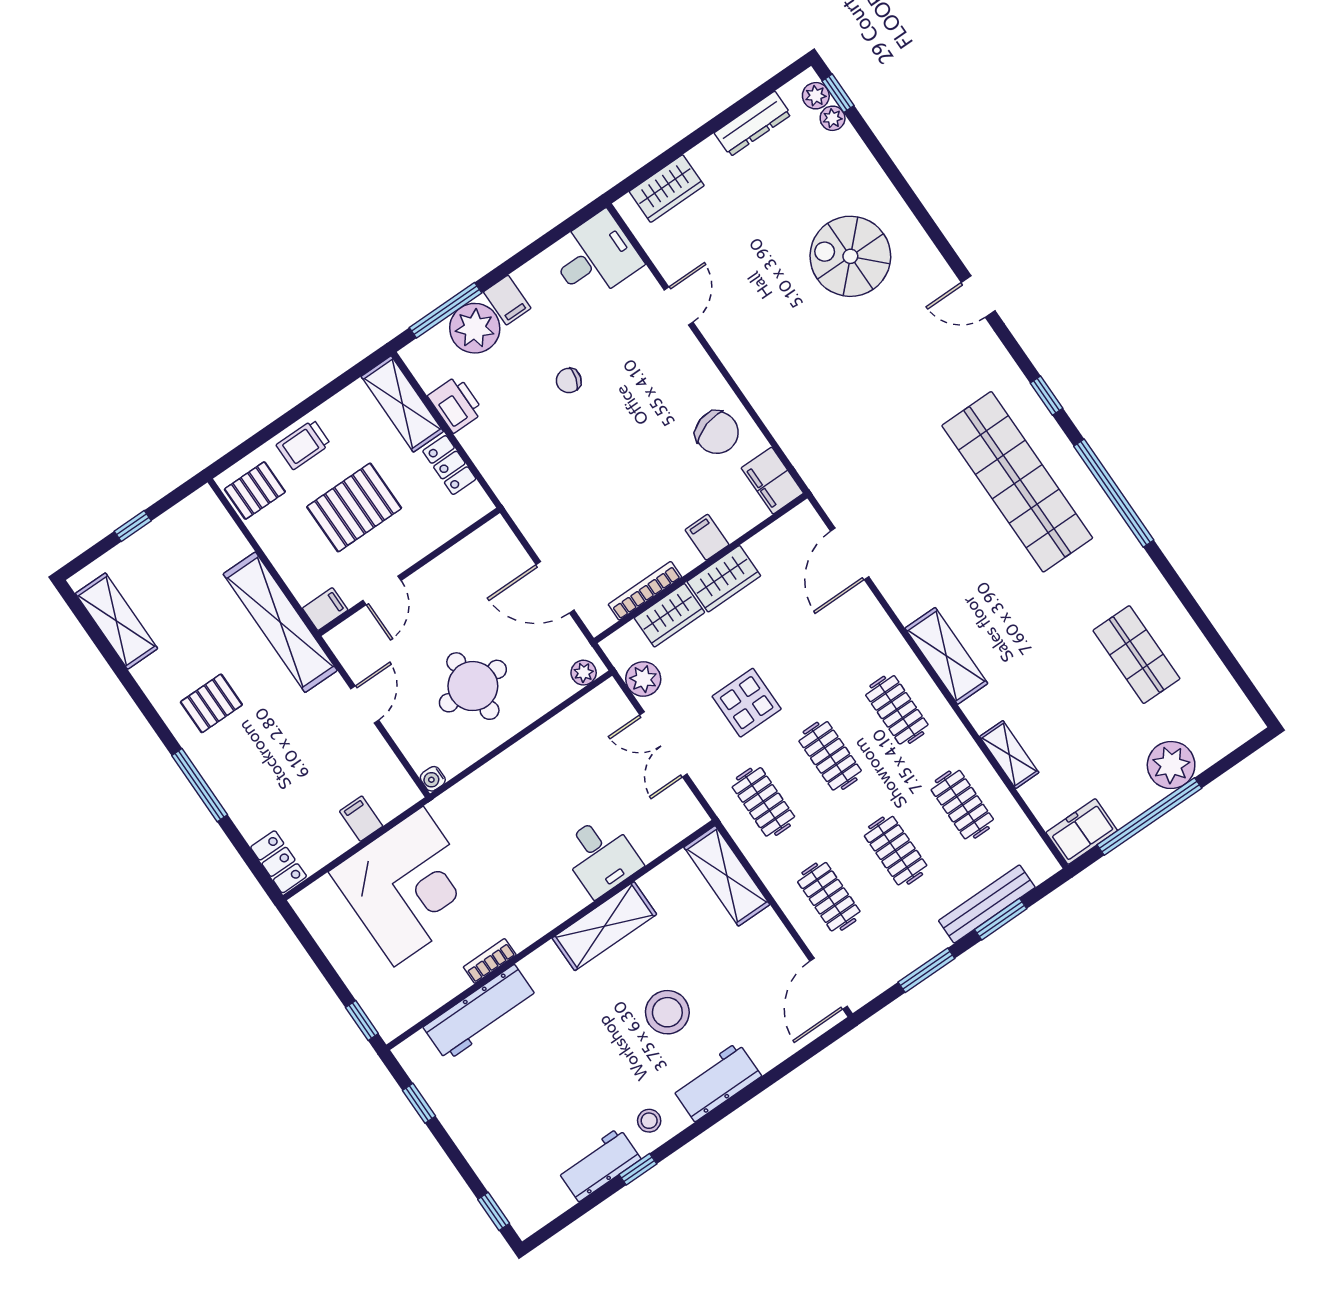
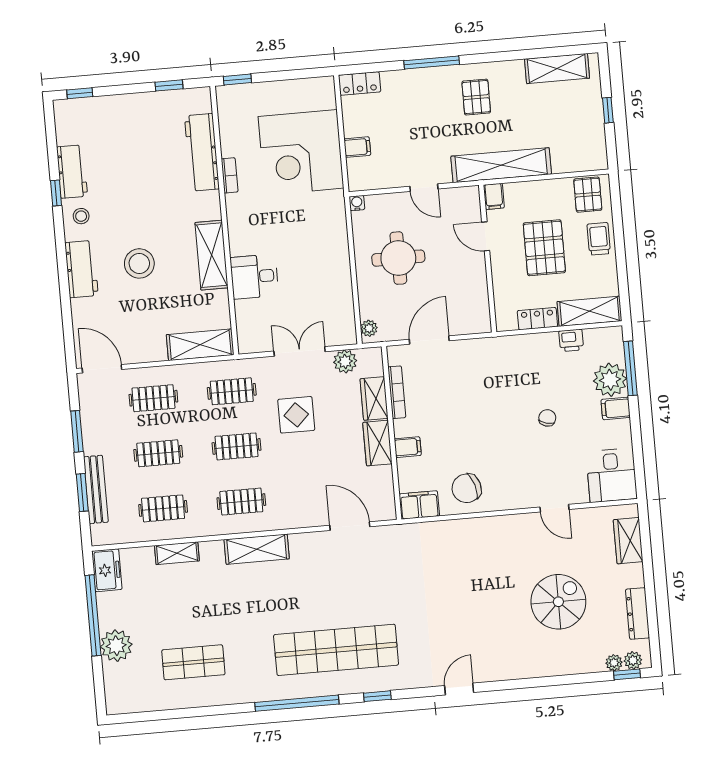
spiral stairs: (850, 256) -> (558, 602), moved
printer: (456, 404) -> (571, 340), width x0.73, depth x0.81

